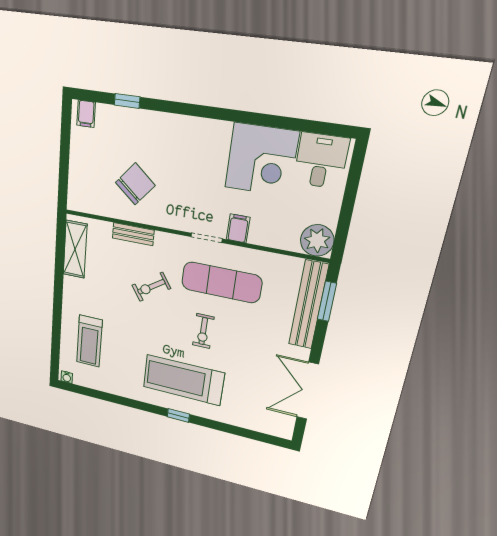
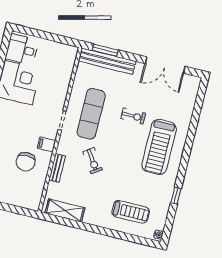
chair: (135, 184) -> (26, 162), turned -130
filing cabinet: (238, 228) -> (47, 144), moved
plant: (317, 240) -> (67, 54), removed
exercise bike: (203, 331) -> (133, 116), moved
window: (178, 415) -> (176, 196), moved

